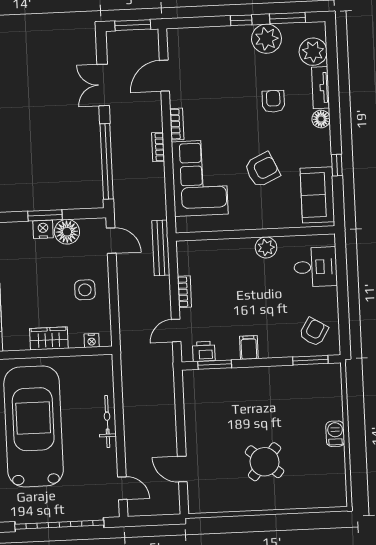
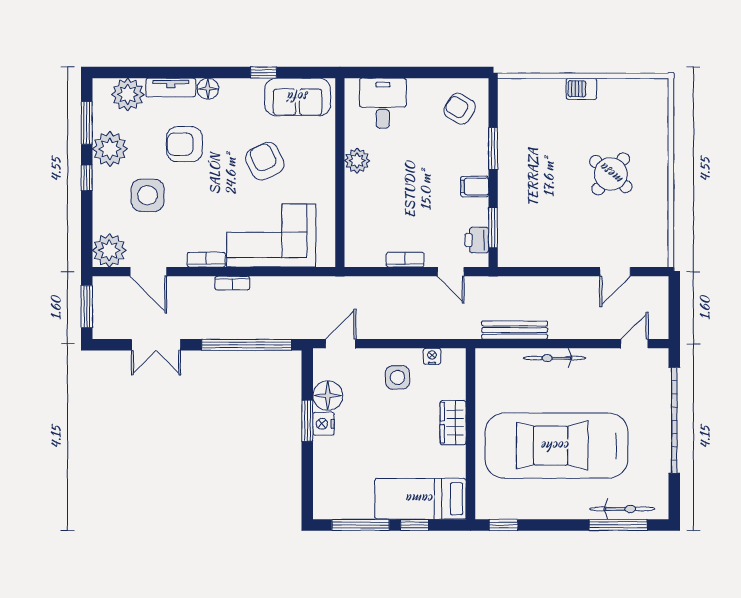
plant: (181, 42) -> (109, 250), added
side table: (229, 72) -> (148, 195), added
armchair: (273, 101) -> (184, 144), width x1.38, depth x1.38
bench: (161, 248) -> (515, 330), moved
nightstand: (92, 340) -> (432, 356), moved, turned -90
window: (310, 360) -> (493, 149), moved

